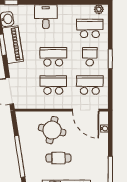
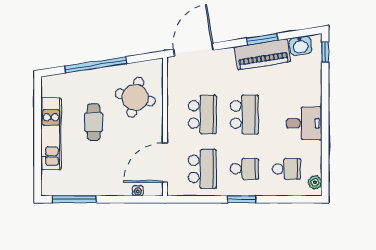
desk: (46, 17) -> (304, 123), moved
school desk: (90, 28) -> (287, 169), width x0.54
round table: (52, 130) -> (135, 97), moved

